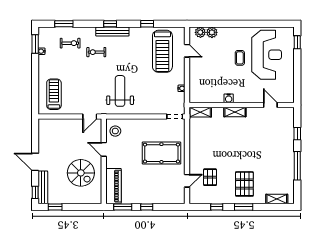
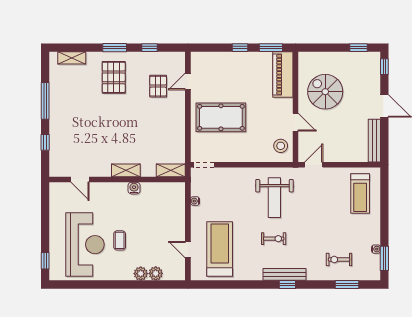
window: (147, 24) -> (239, 285), removed
plant: (200, 32) -> (141, 274), moved
exercise bike: (96, 52) -> (274, 239), moved
reception desk: (267, 55) -> (85, 245), turned 180
bench: (43, 187) -> (374, 141), moved

